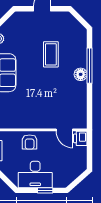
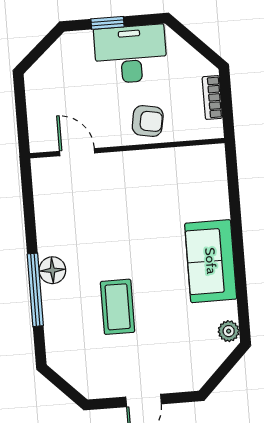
printer: (80, 138) -> (42, 137), removed
armchair: (30, 142) -> (148, 121), turned 100

